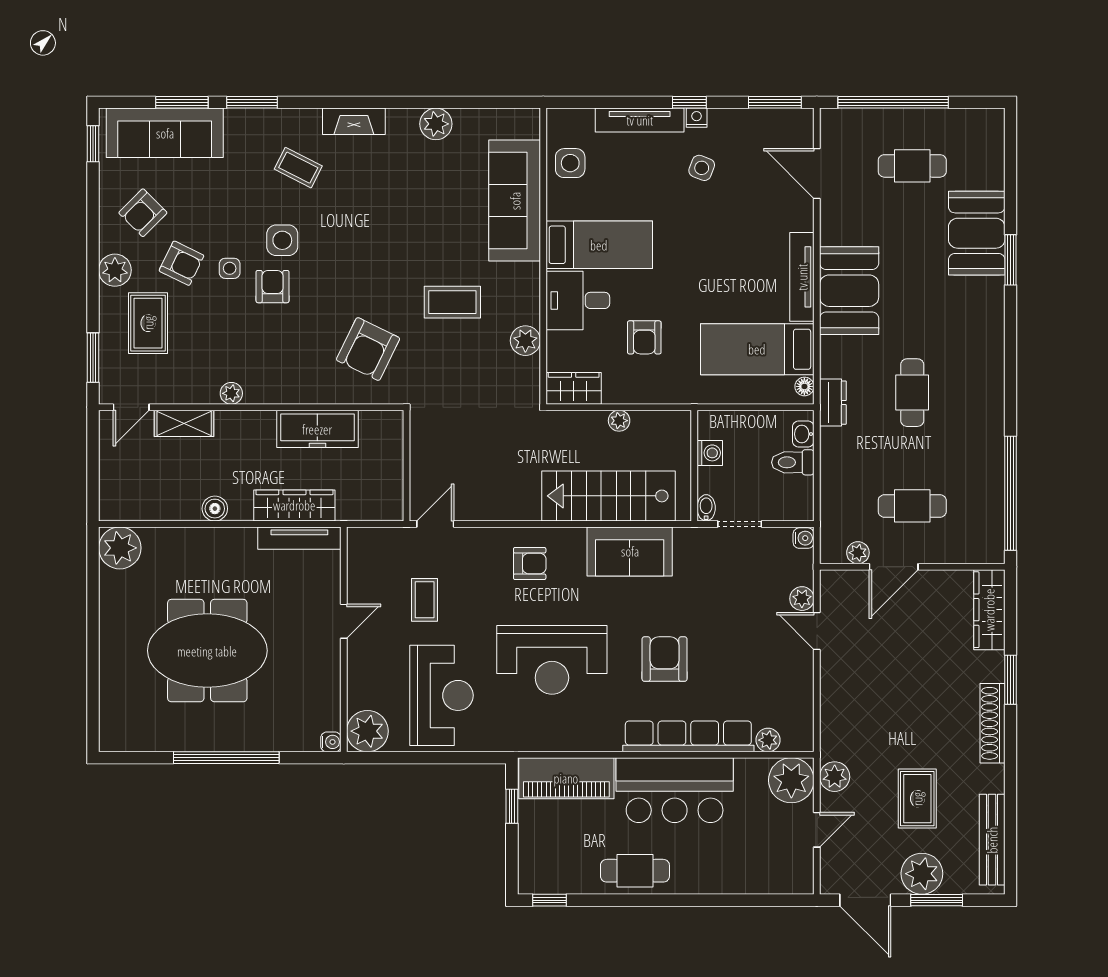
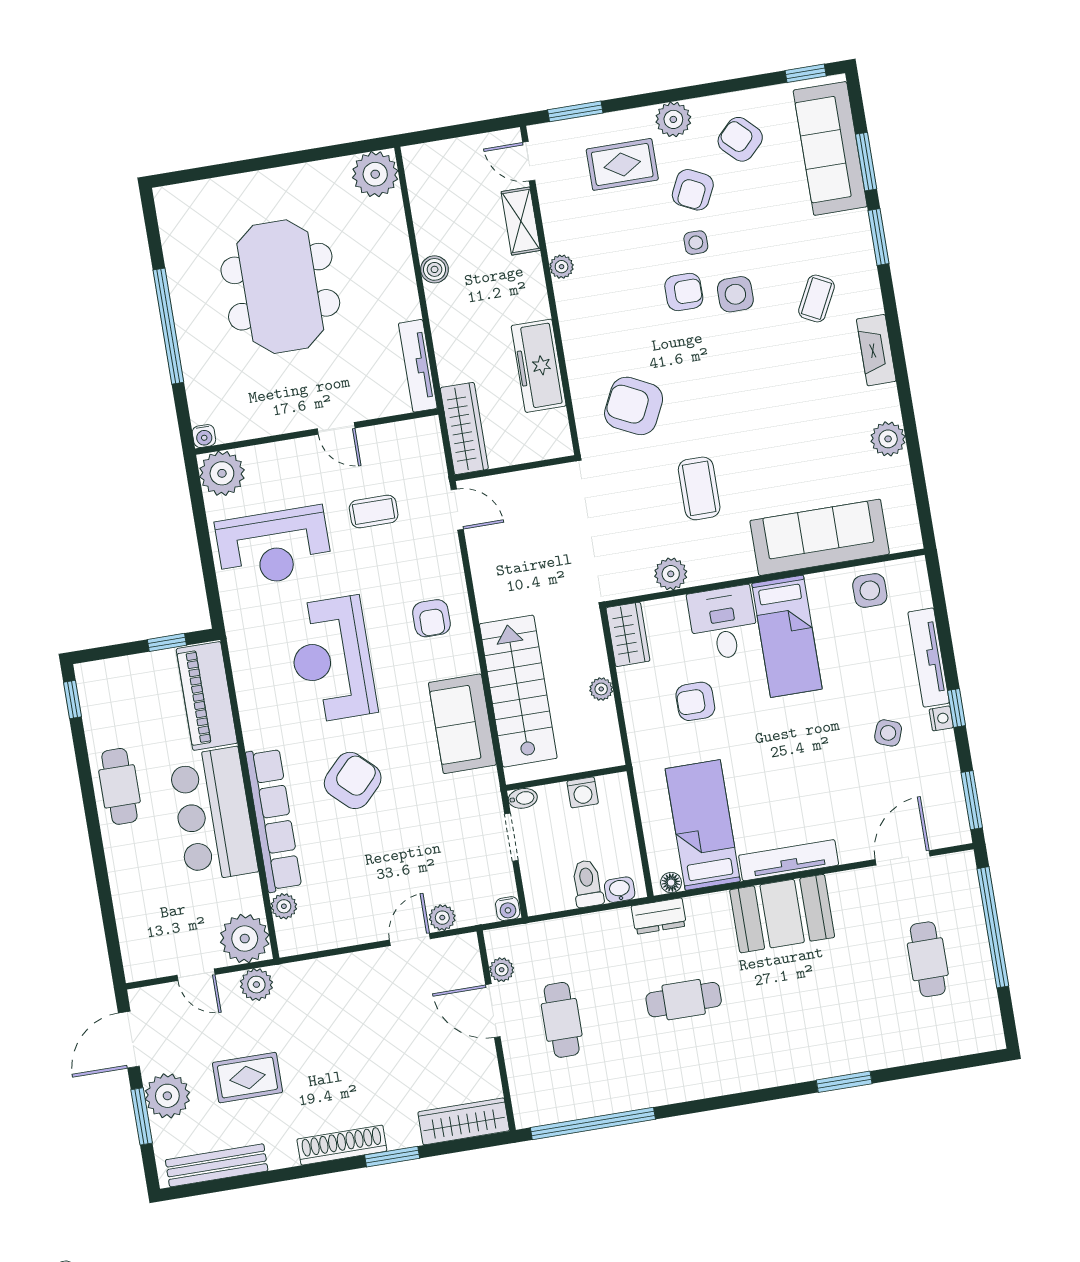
booth: (977, 233) -> (867, 1041), removed
wardrobe: (294, 505) -> (464, 428), moved
armchair: (665, 659) -> (353, 780), turned -46

